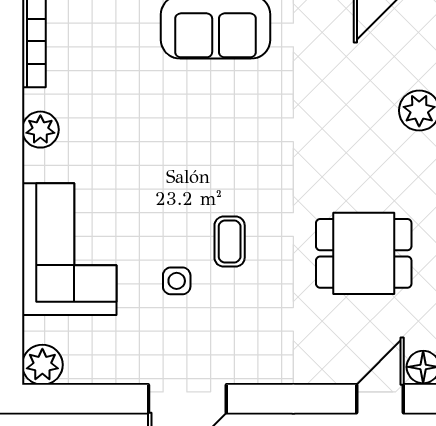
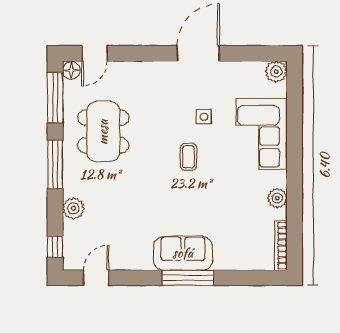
coffee table: (230, 242) -> (189, 157), moved
dining table: (364, 253) -> (103, 132), width x1.37

